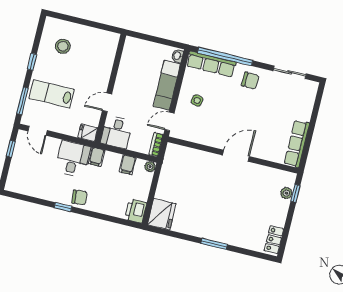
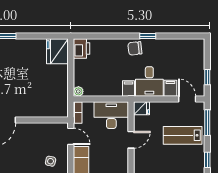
lab bench: (52, 94) -> (183, 135), turned 180
door: (170, 121) -> (71, 136), hinge flipped
desk: (116, 132) -> (111, 115), width x1.37
filing cabinet: (128, 165) -> (170, 88), moved

